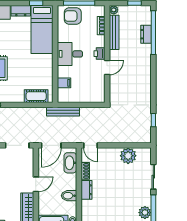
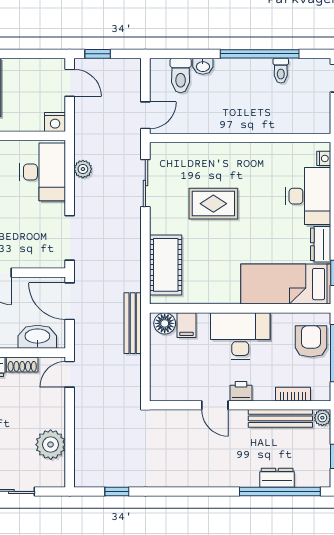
desk: (70, 54) -> (240, 336), width x1.37
floor lamp: (63, 95) -> (165, 323), added
cot: (36, 96) -> (166, 265), width x1.37, depth x1.34

